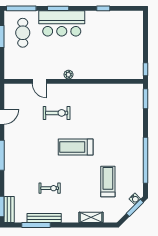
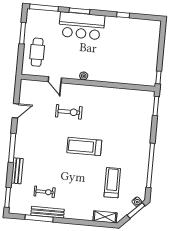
cafe table: (23, 33) -> (37, 52), moved
exercise bike: (50, 188) -> (45, 192), moved
bench: (9, 209) -> (17, 171), moved
shelving: (91, 217) -> (105, 217), moved

